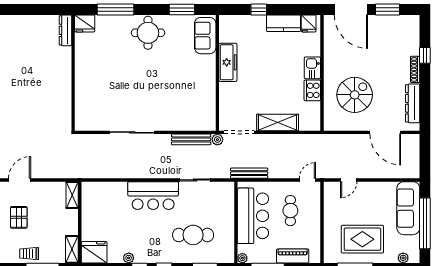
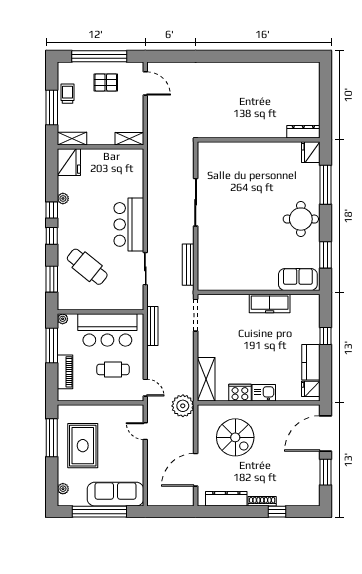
shelving: (278, 122) -> (206, 379), moved
plant: (217, 140) -> (183, 406), moved, width x1.88, depth x1.88
cafe table: (193, 235) -> (87, 267), turned -51

